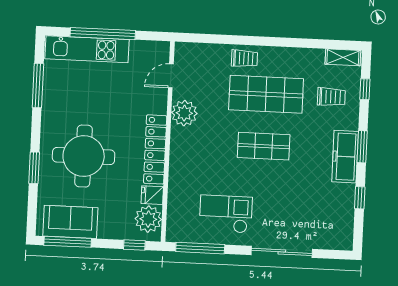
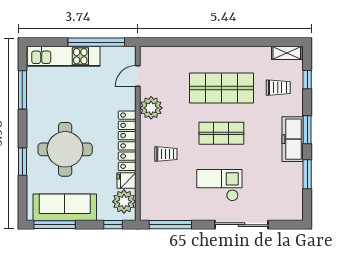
window: (103, 34) -> (96, 42), moved
trolley: (244, 58) -> (166, 154), moved
window: (360, 198) -> (307, 174), width x1.50
checkout: (226, 214) -> (219, 185), moved
sofa: (70, 222) -> (65, 207), width x1.36

